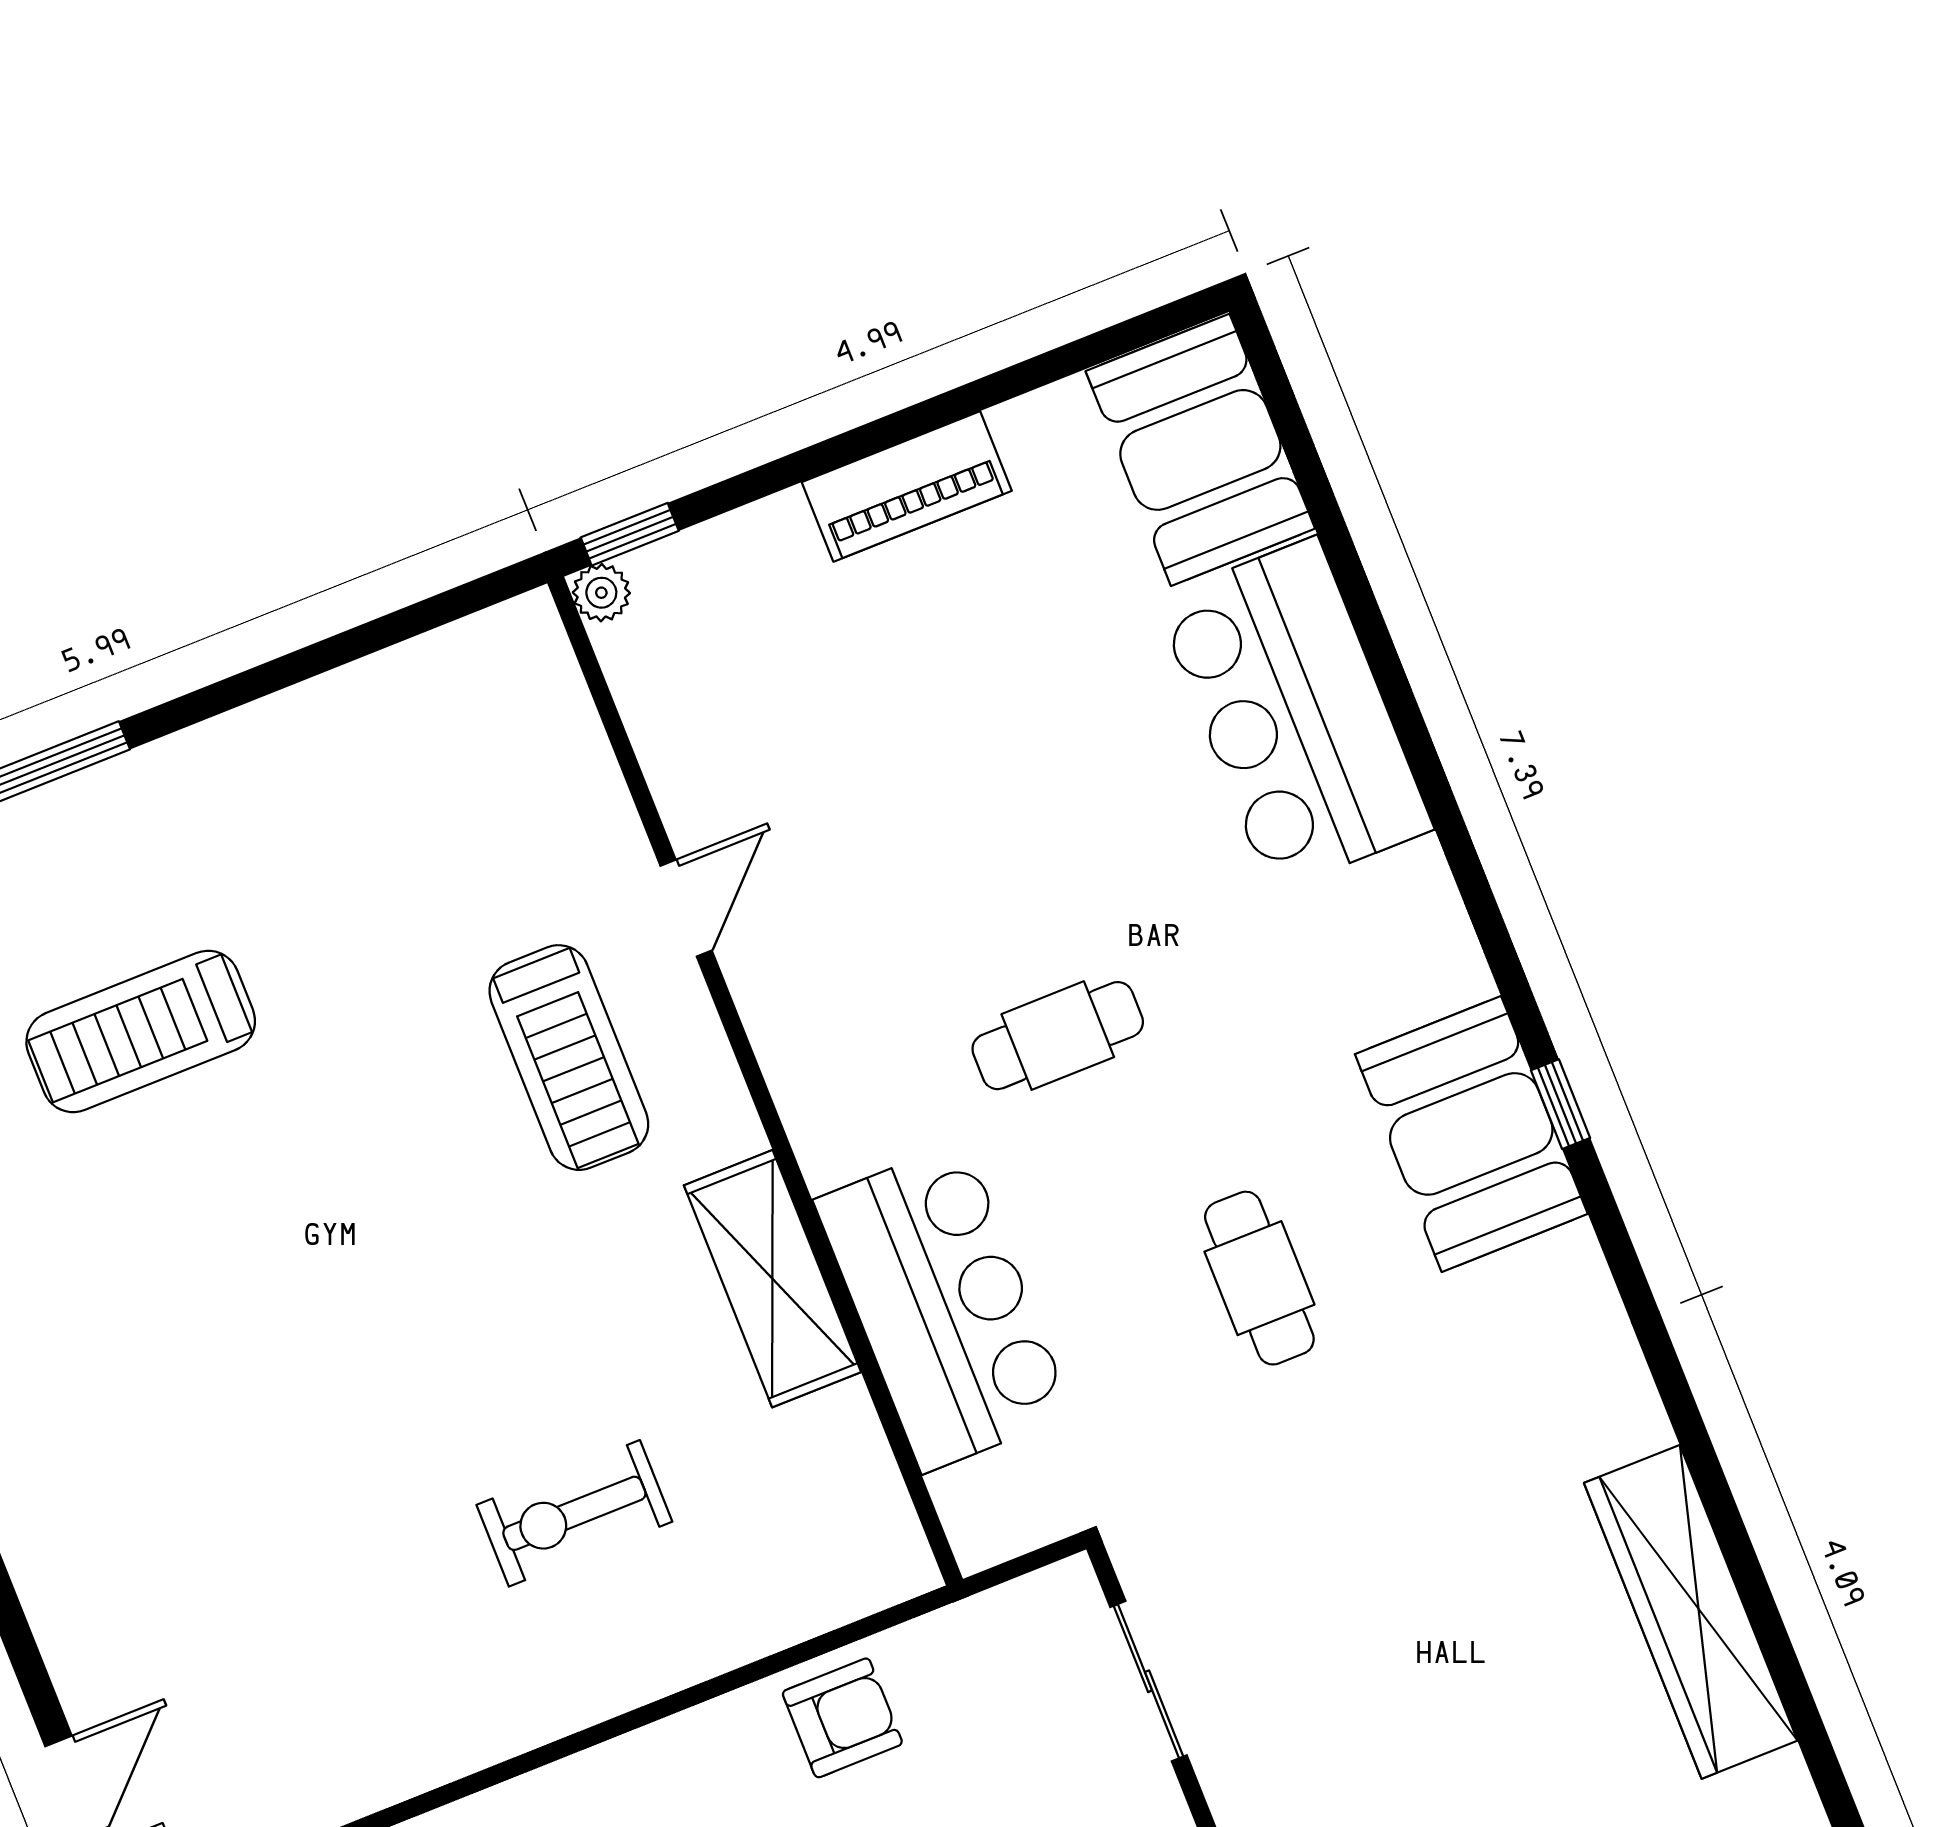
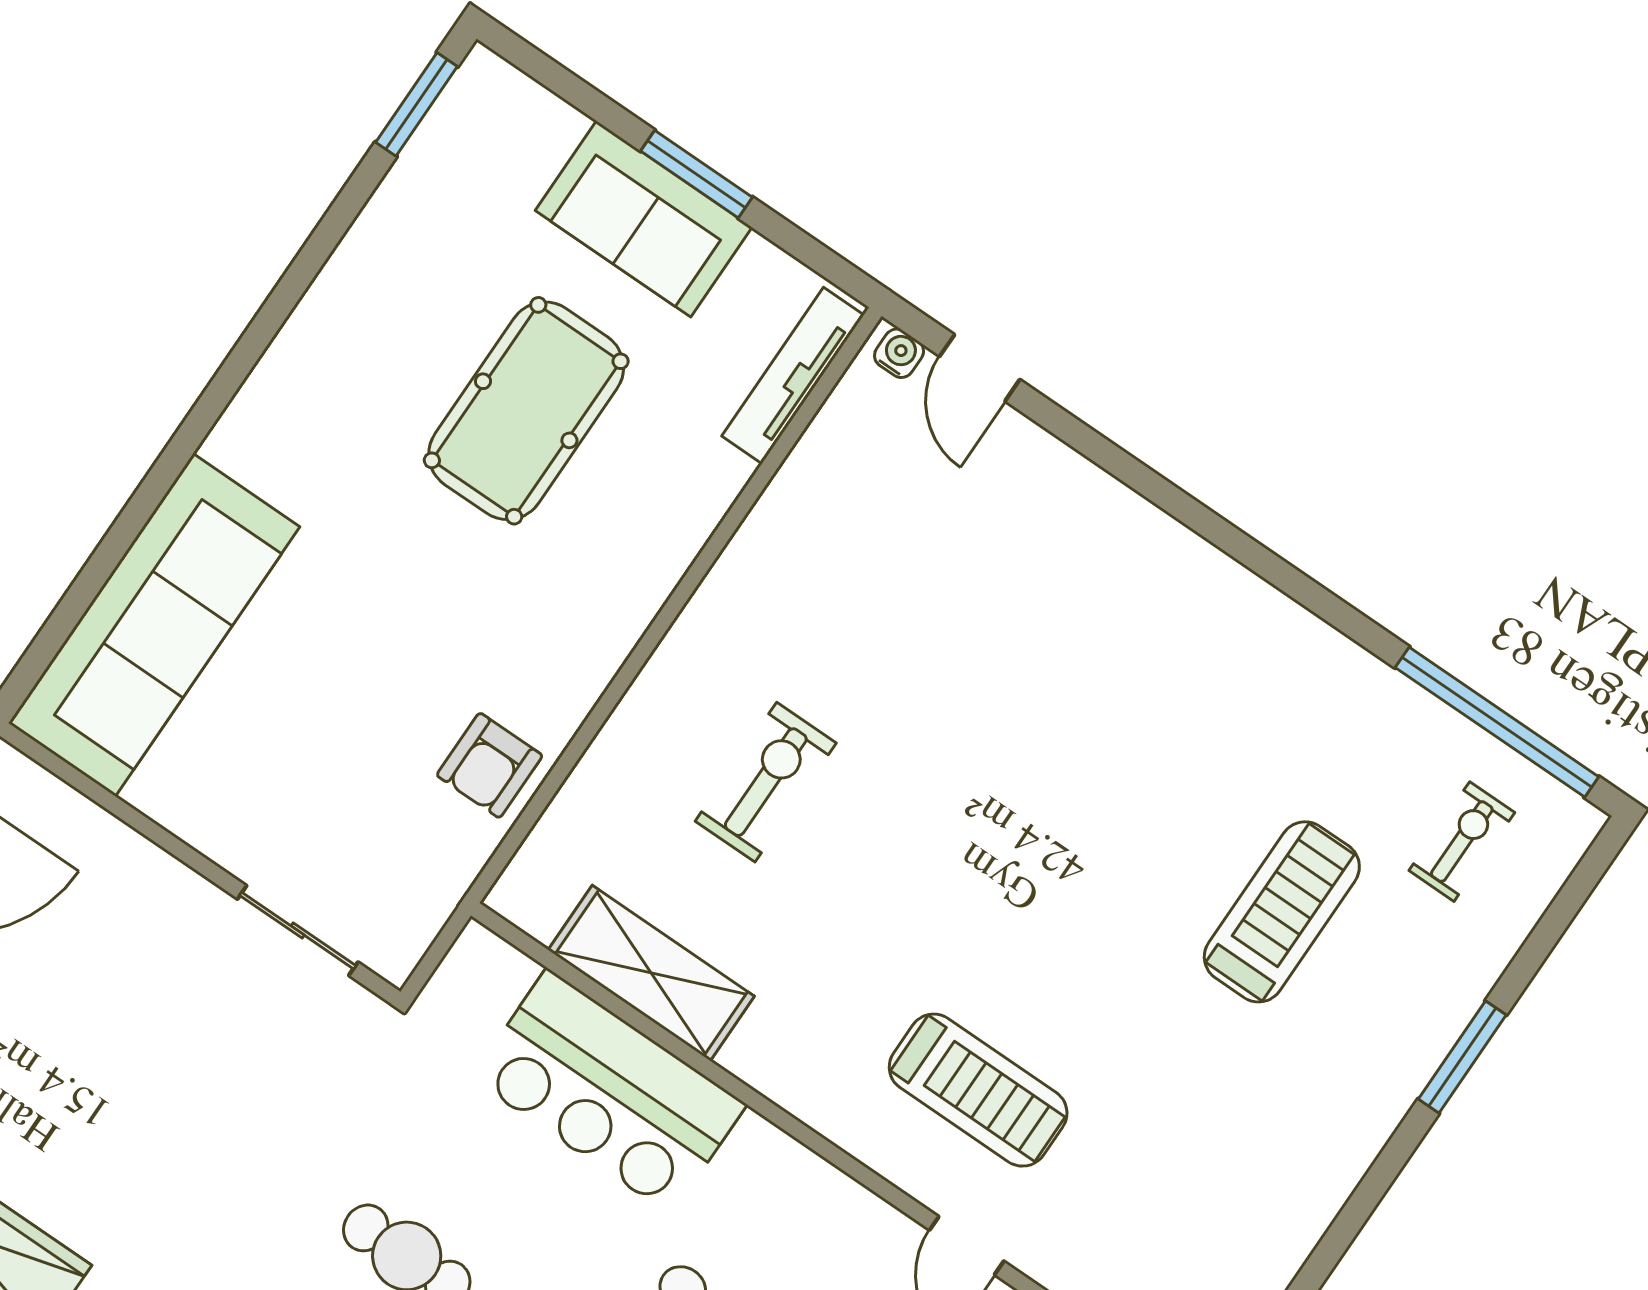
treadmill: (569, 1058) -> (978, 1090), turned 180
shelving: (772, 1279) -> (651, 973), moved

